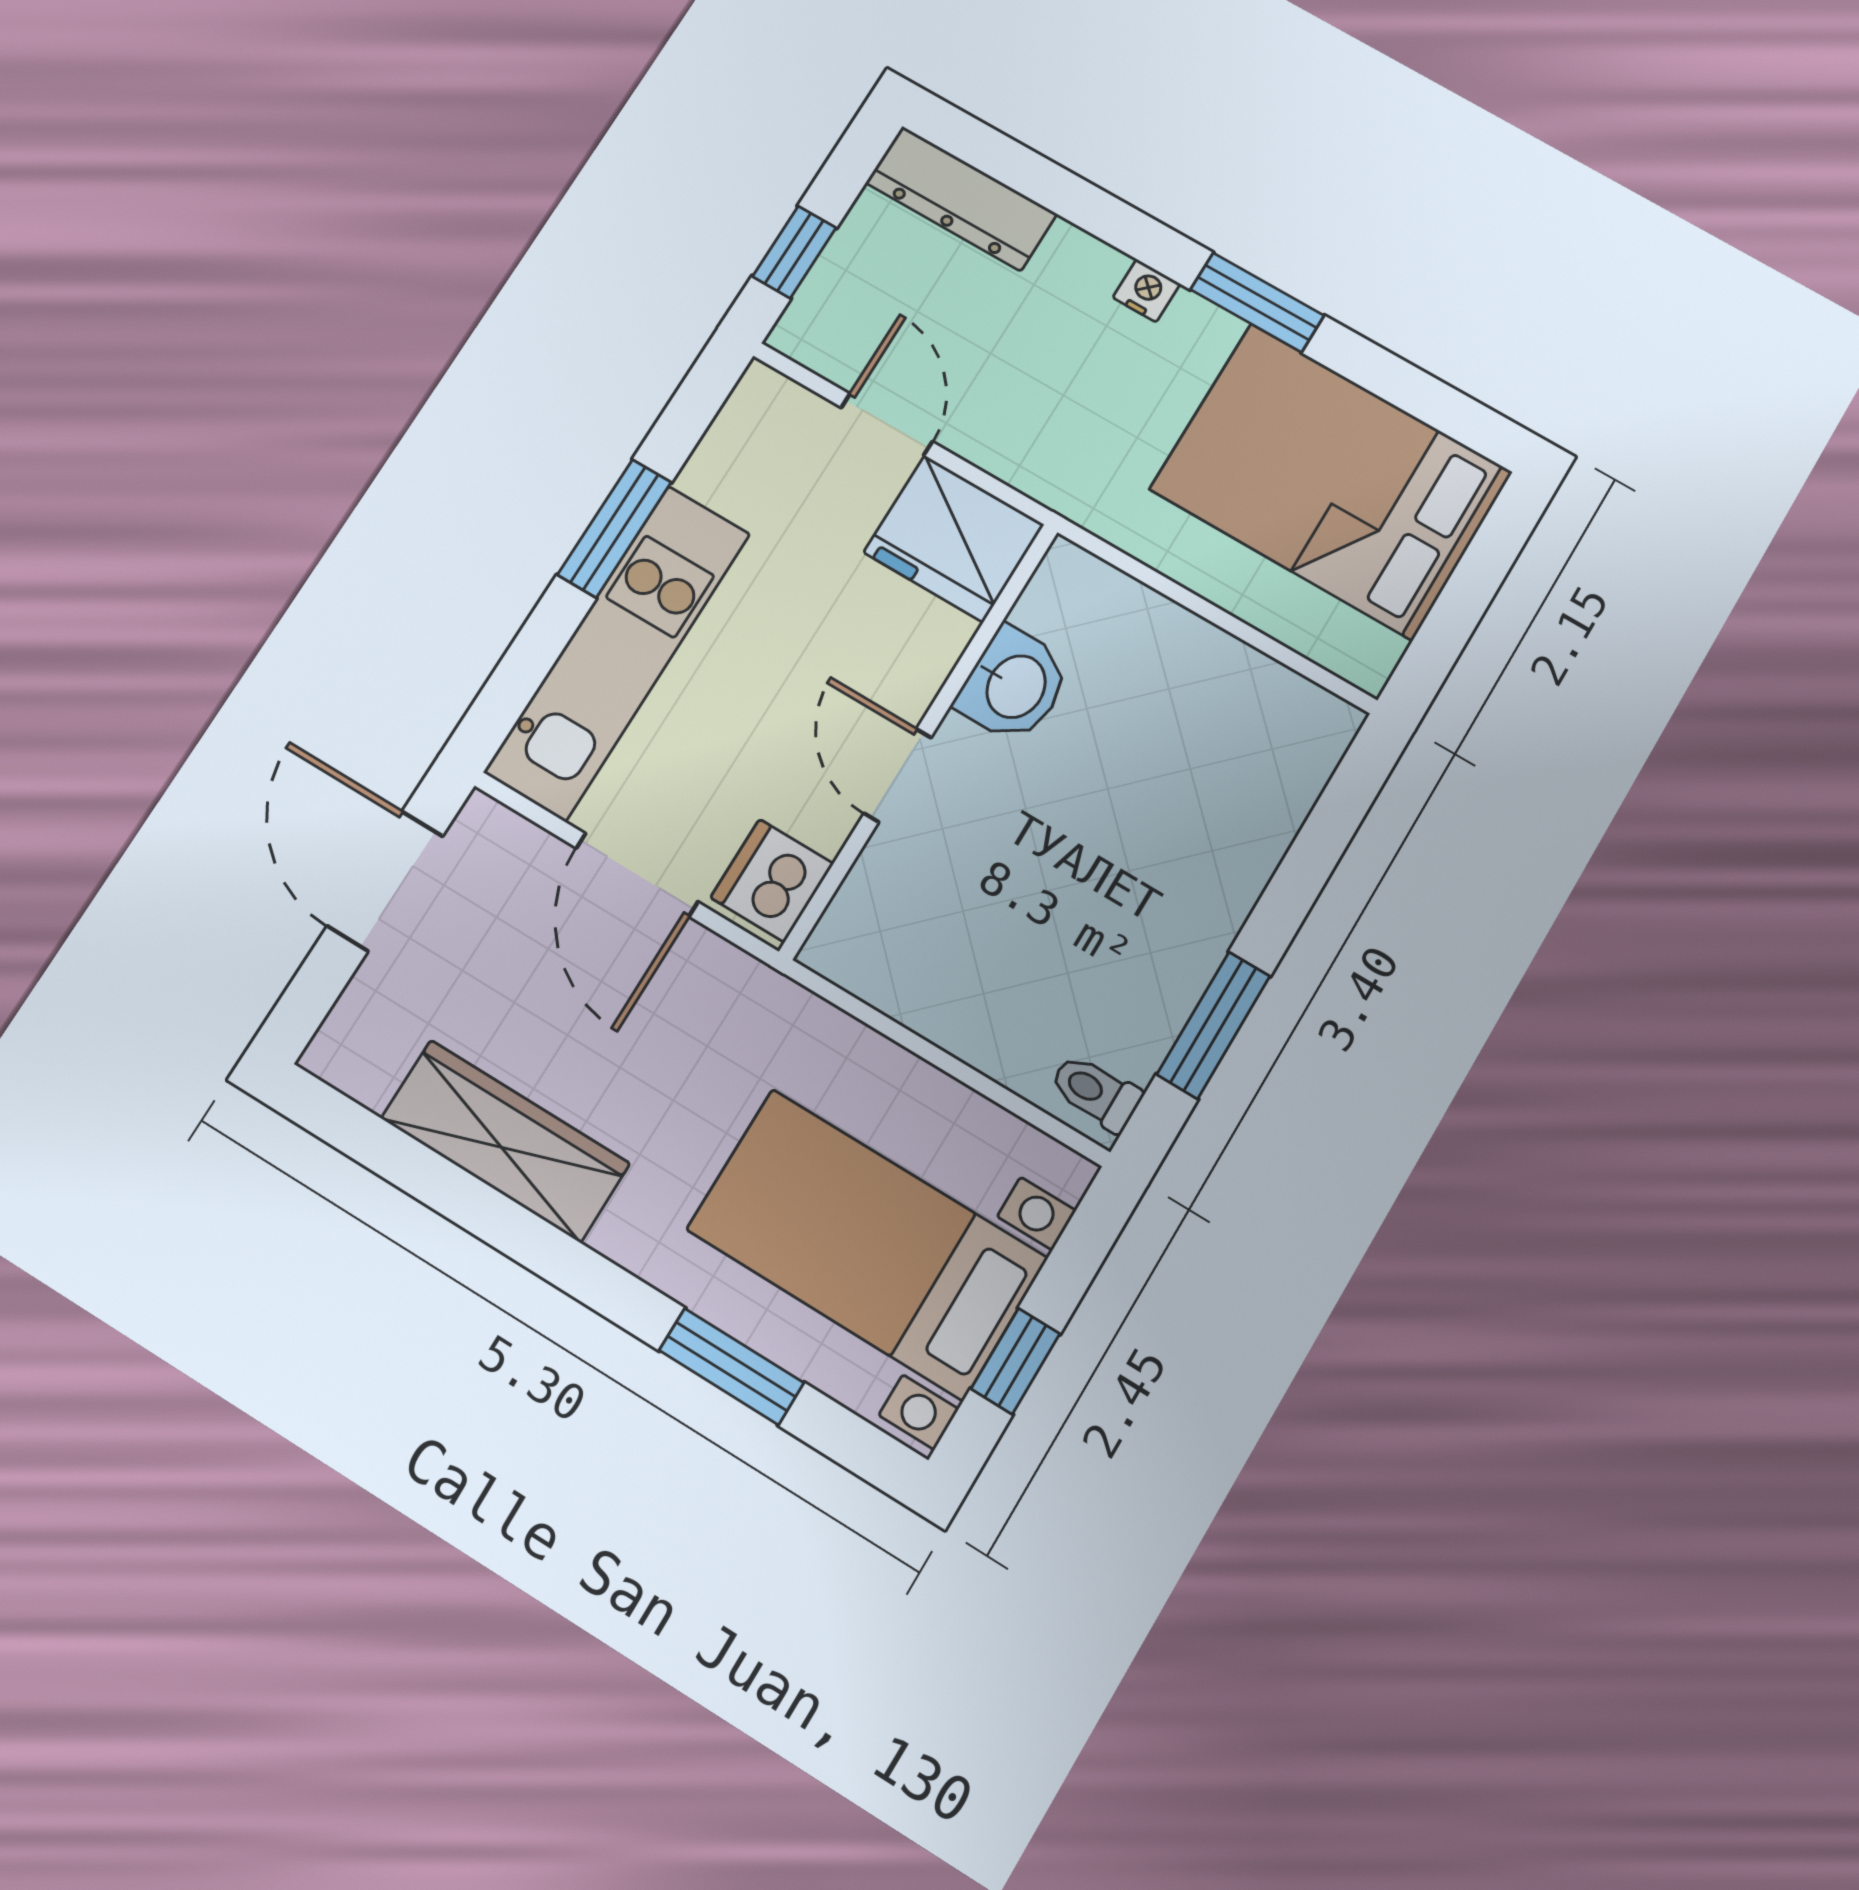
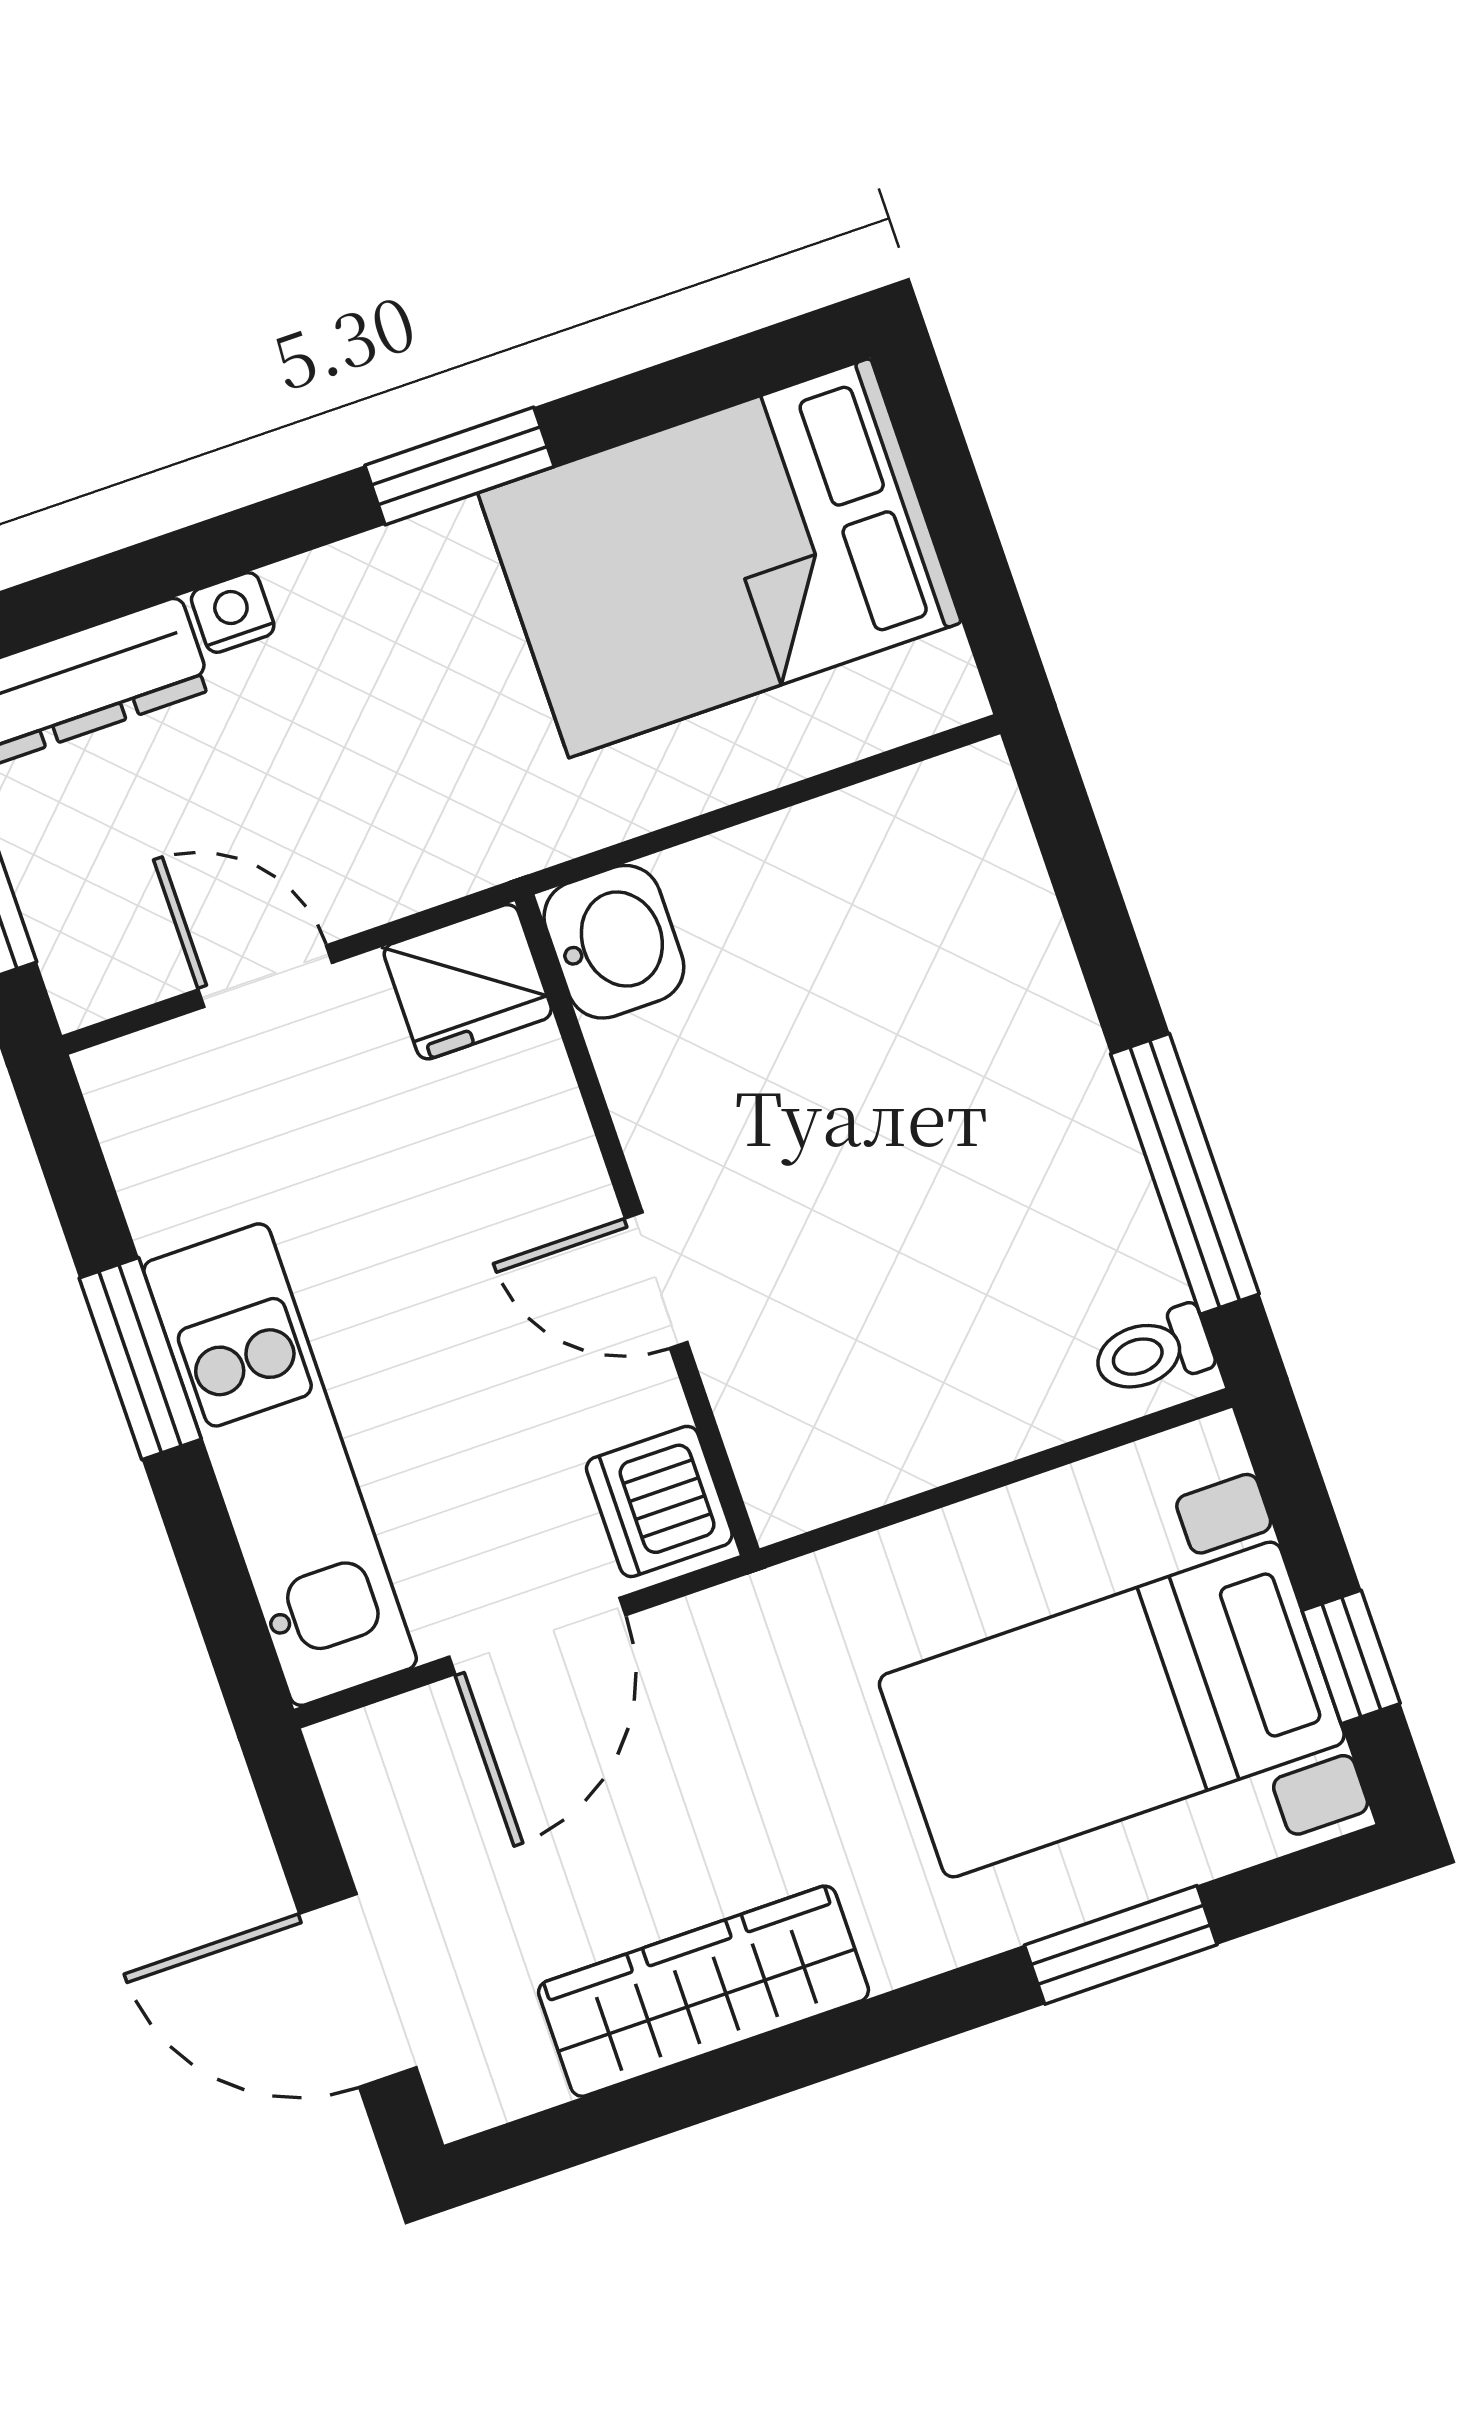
nightstand: (1146, 291) -> (233, 613), moved
fridge: (954, 538) -> (468, 982), width x0.73, depth x0.75
washbasin: (1014, 685) -> (614, 942), moved
door: (637, 875) -> (537, 1636), hinge flipped
door: (385, 881) -> (358, 1991), moved
window: (1213, 1025) -> (1185, 1174), width x1.44

